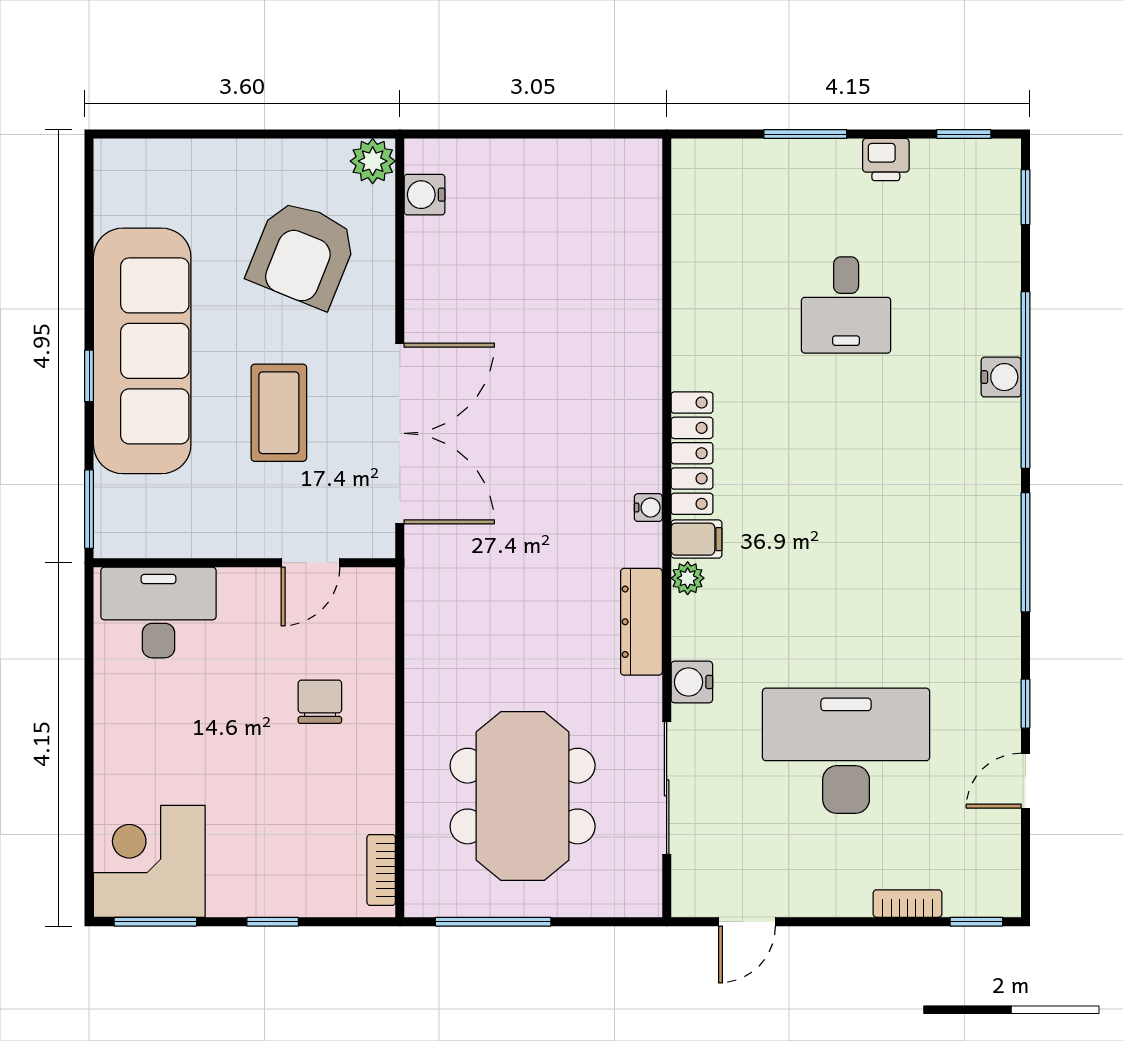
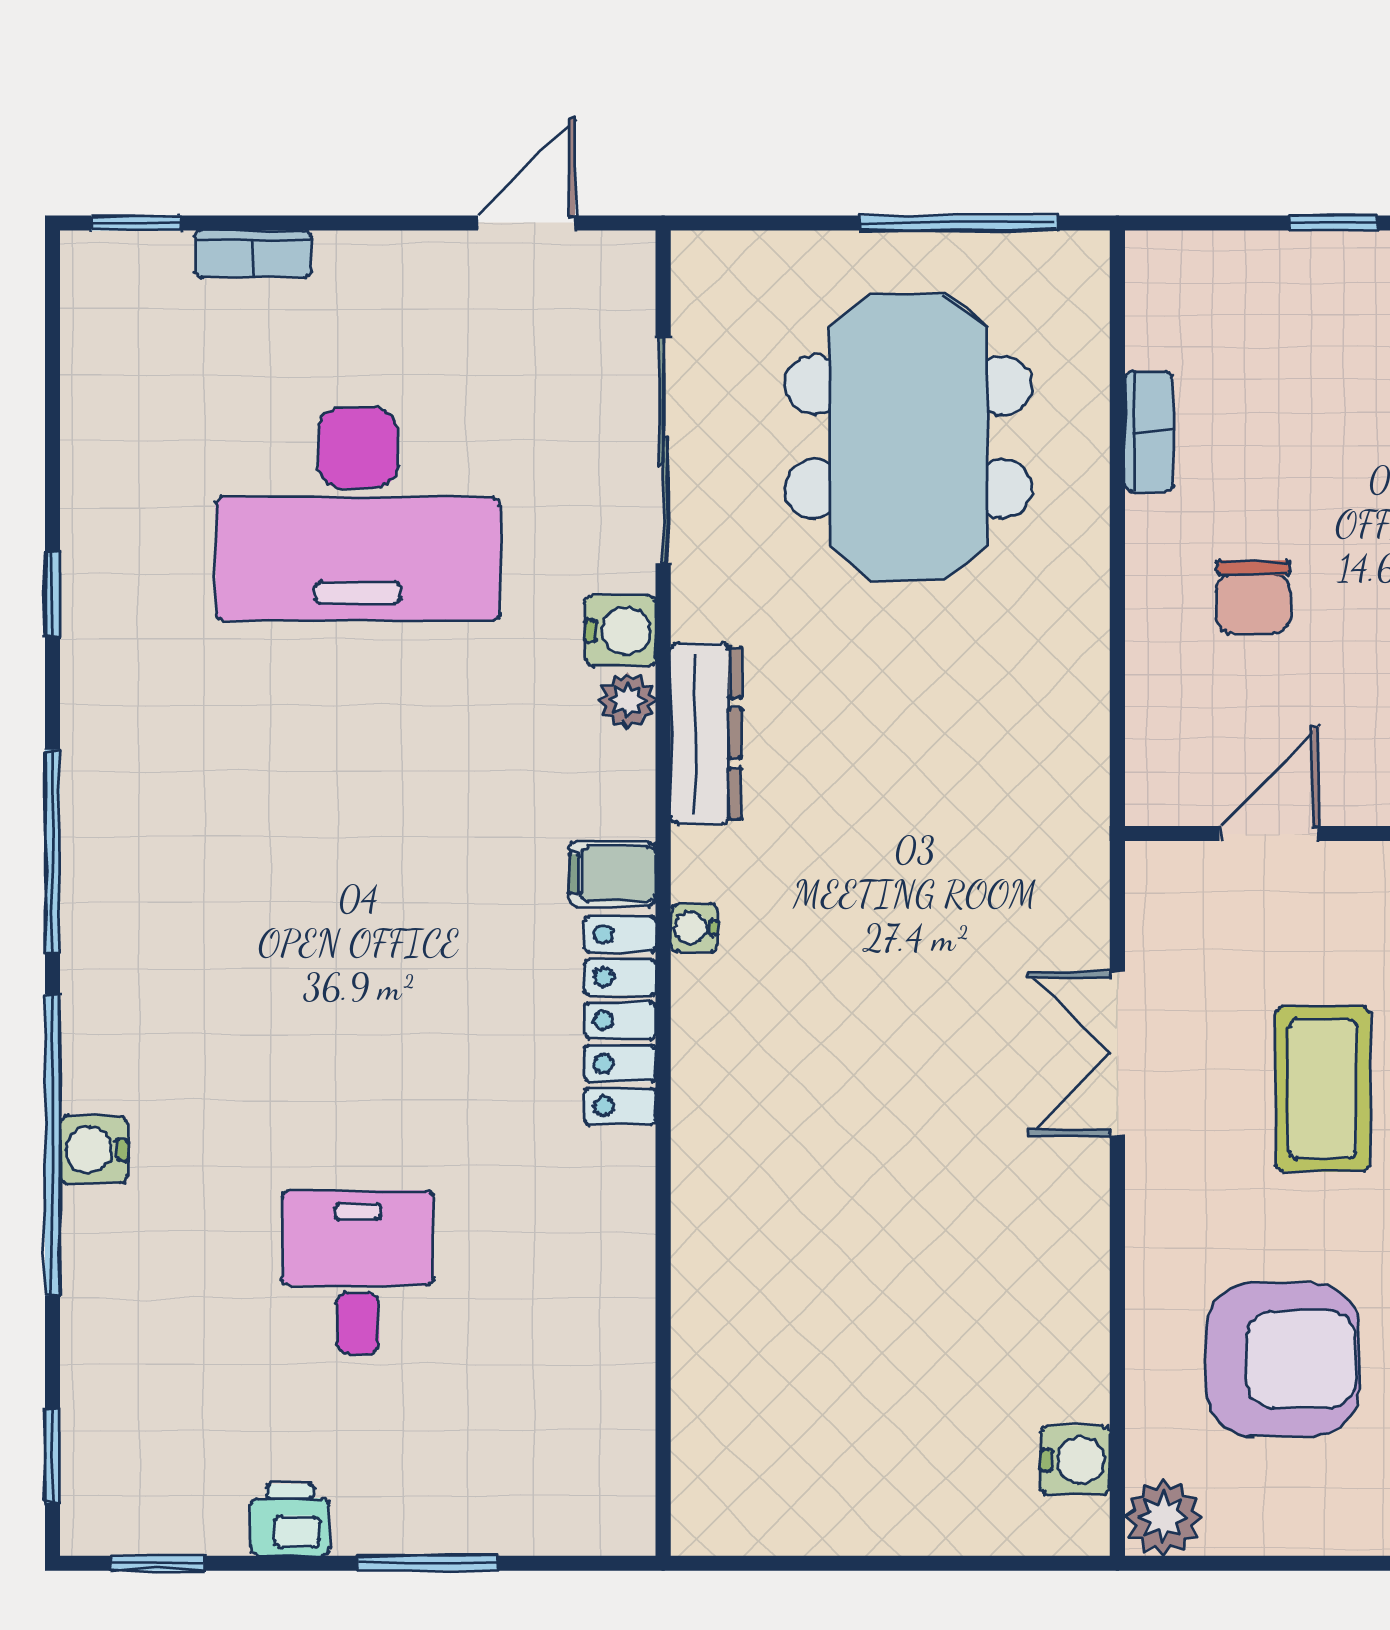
armchair: (303, 254) -> (1283, 1359), turned 68
double door: (400, 433) -> (1117, 1054), width x0.54
plant: (688, 578) -> (627, 700), moved
door: (1025, 781) -> (53, 463), removed
bookcase: (381, 870) -> (1149, 432), moved

